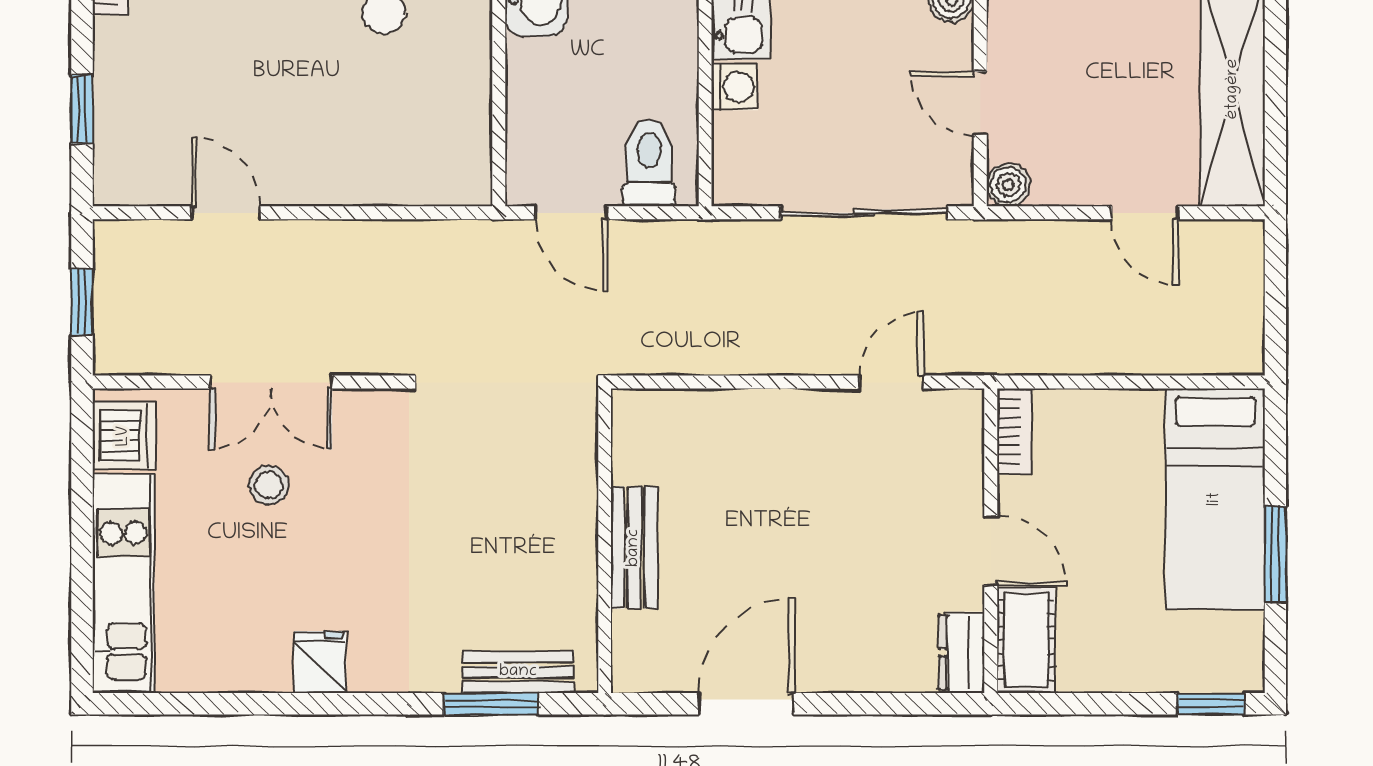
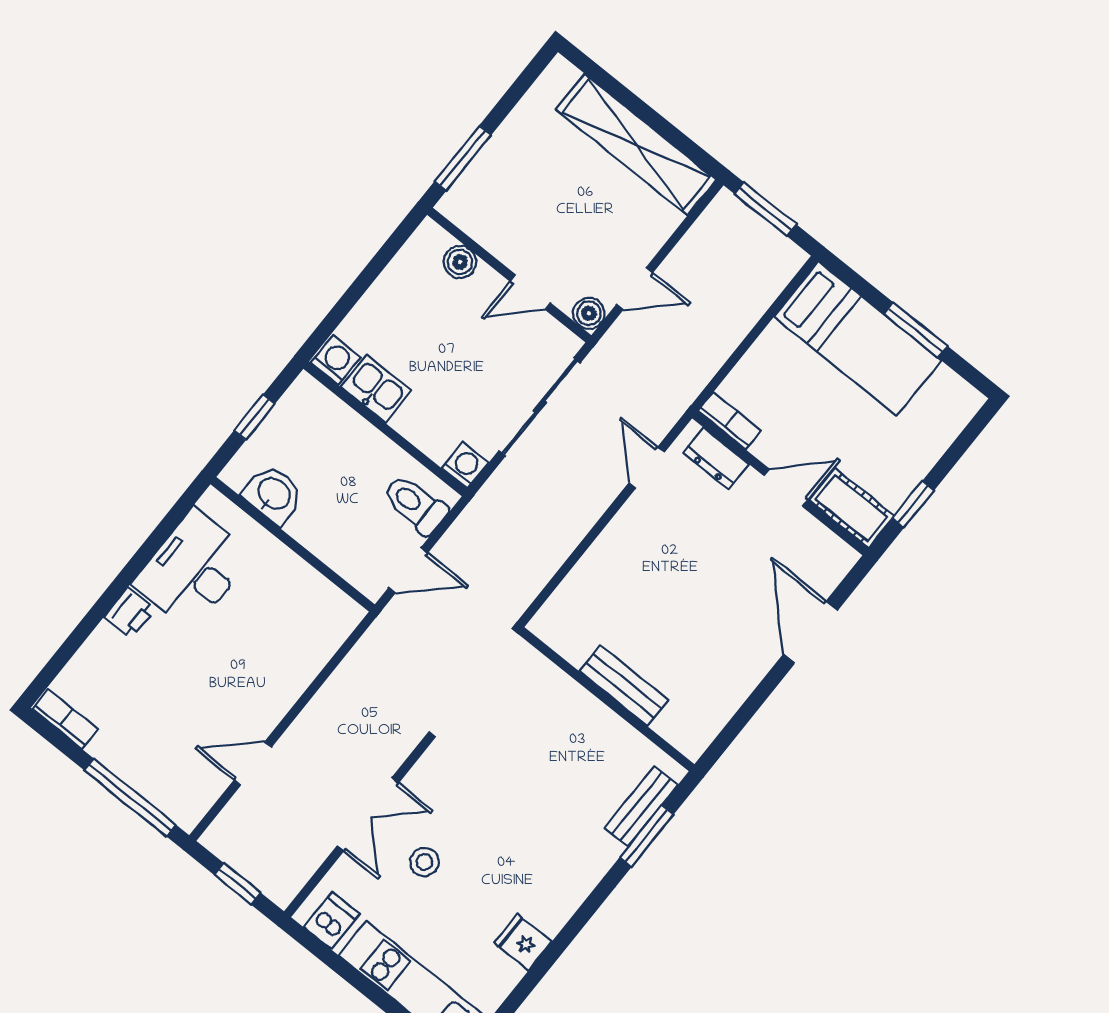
washing machine: (735, 87) -> (465, 466), moved
window: (82, 109) -> (130, 797), width x2.17
door: (1145, 213) -> (635, 289), moved
window: (1275, 285) -> (765, 209), added
dishwasher: (124, 436) -> (332, 921), width x0.73
dresser: (962, 653) -> (716, 458), moved
fridge: (320, 662) -> (523, 942), moved
door: (746, 704) -> (810, 632), moved
window: (1211, 704) -> (913, 504), moved

